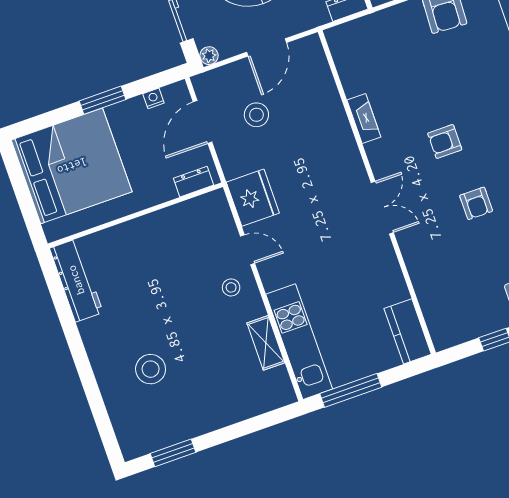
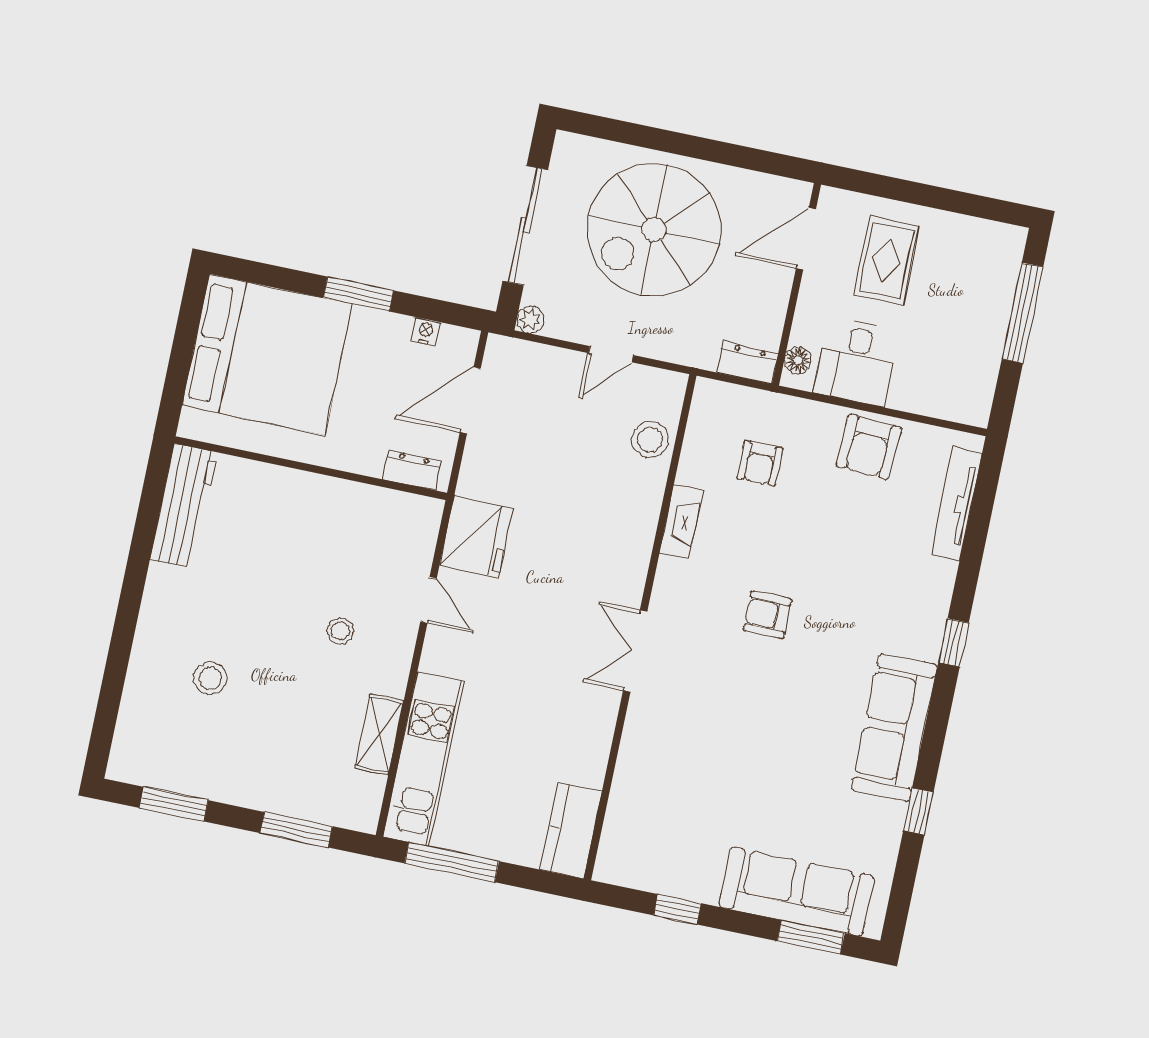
door: (267, 47) -> (611, 354), width x0.73
stool: (256, 115) -> (650, 440), moved
armchair: (476, 203) -> (760, 463), moved
double door: (382, 208) -> (635, 651), swing flipped
stool: (231, 287) -> (340, 631), moved
stool: (151, 369) -> (210, 678), width x0.73, depth x0.73
window: (251, 425) -> (296, 830), added

